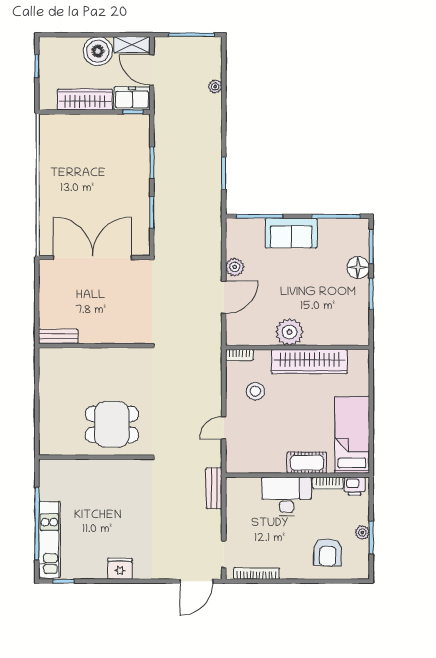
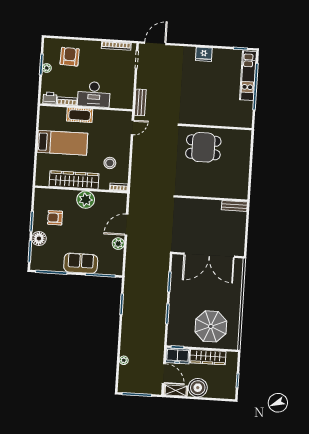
parasol: (83, 147) -> (211, 326), added
armchair: (335, 301) -> (55, 218), added
door: (224, 428) -> (132, 127), moved
bed: (352, 435) -> (62, 143), moved, turned -90

